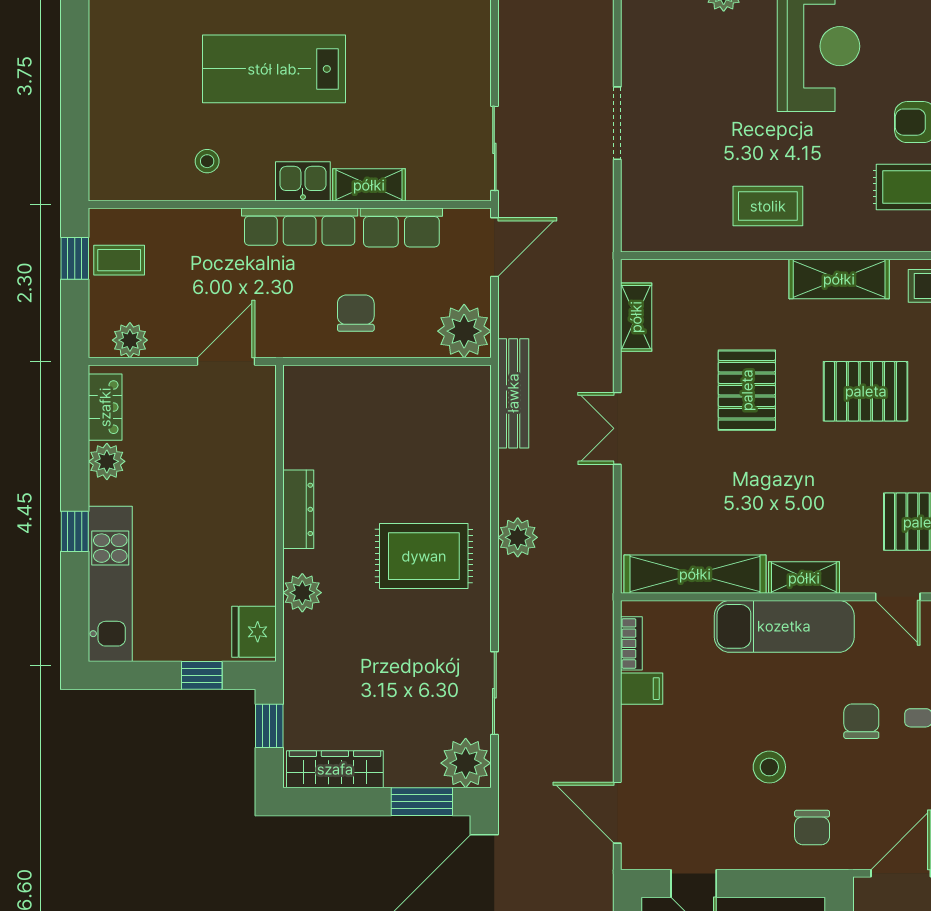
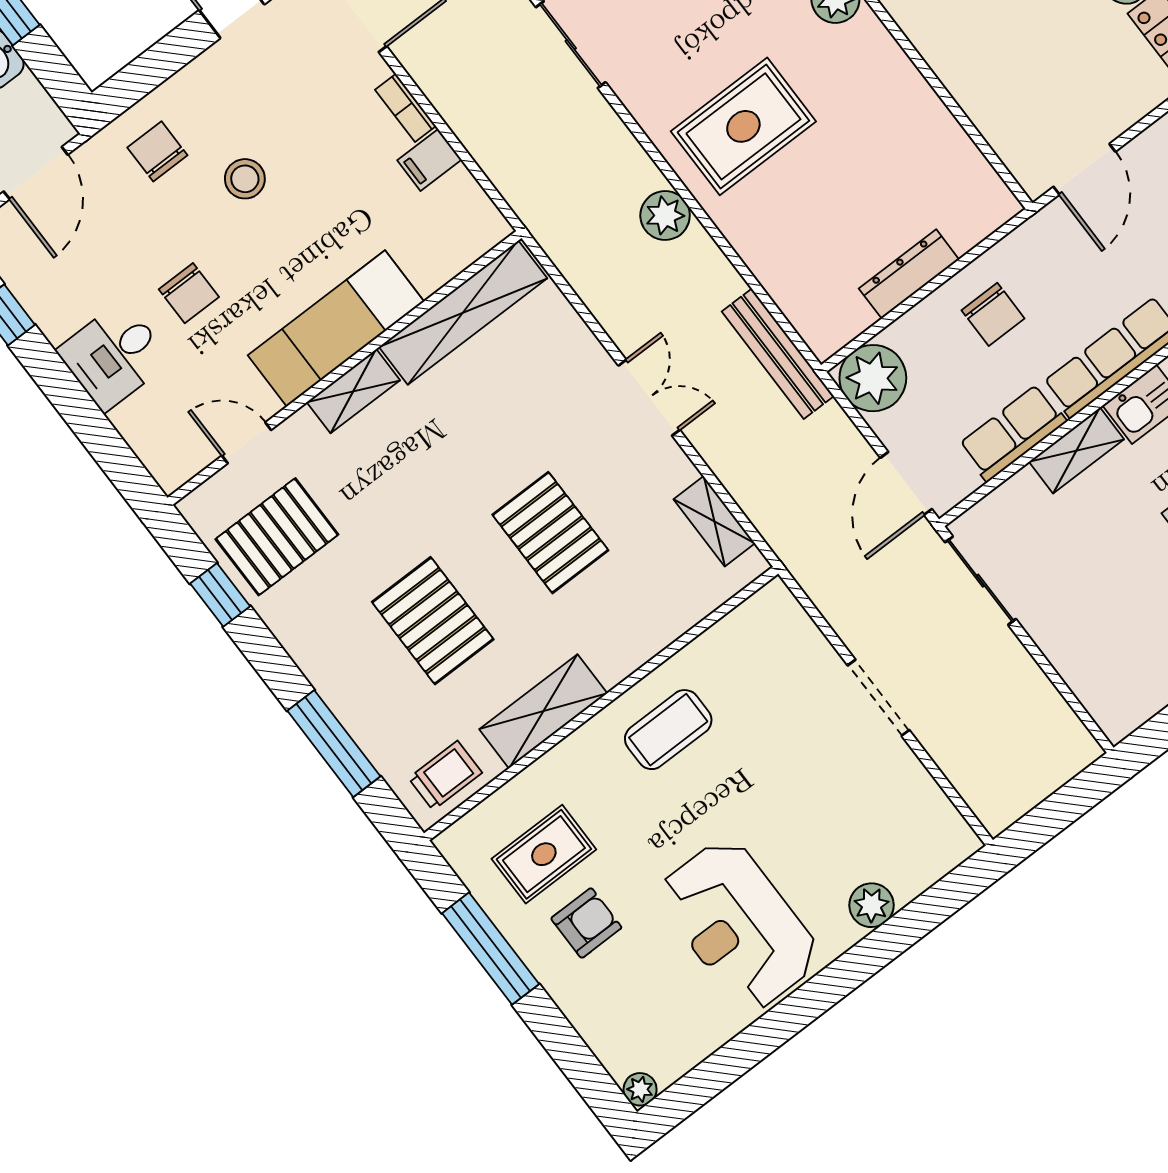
pallet: (866, 391) -> (433, 621), turned 90
dresser: (298, 509) -> (909, 274), moved, turned 90
bookcase: (631, 643) -> (406, 108), moved

